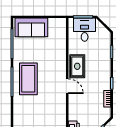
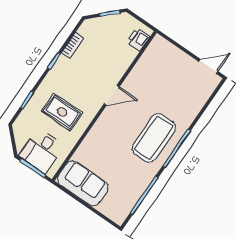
sofa: (31, 27) -> (83, 183), moved
rug: (77, 66) -> (62, 112), moved, turned 90
door: (67, 86) -> (112, 95), swing flipped

